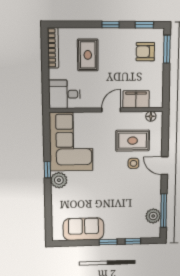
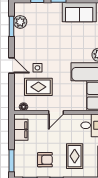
armchair: (145, 52) -> (45, 160), moved
filing cabinet: (136, 99) -> (21, 130), moved, turned -90
window: (164, 211) -> (11, 26), width x0.69

